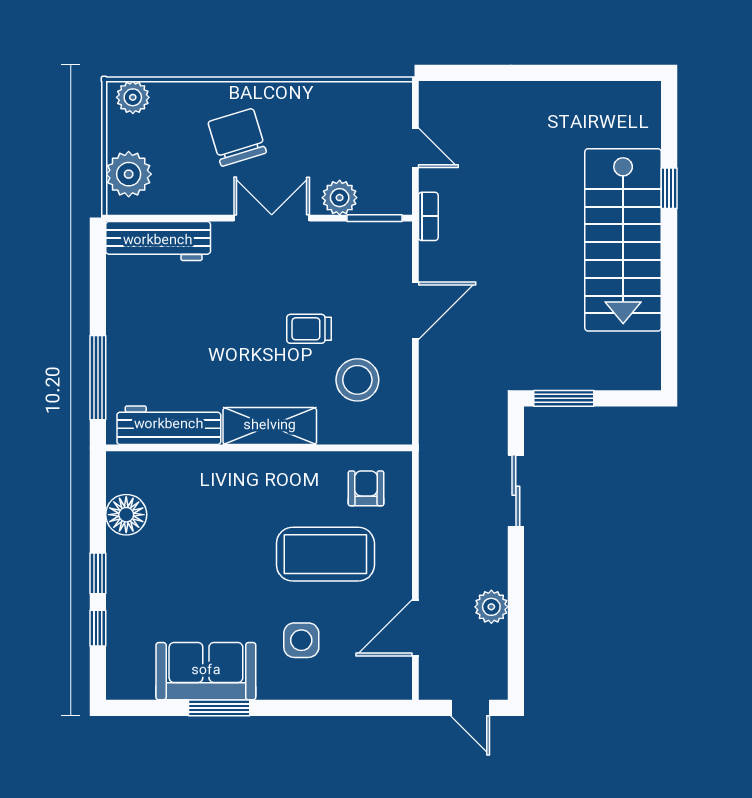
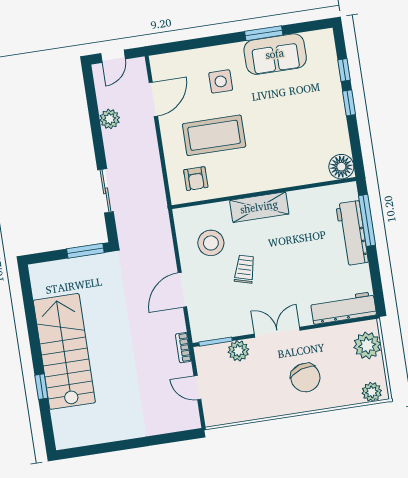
double door: (272, 218) -> (277, 332), swing flipped
trolley: (309, 329) -> (245, 269), turned -74
workbench: (169, 425) -> (352, 233), moved, turned 90
floor lamp: (126, 515) -> (341, 167), moved
door: (470, 708) -> (113, 56), swing flipped

